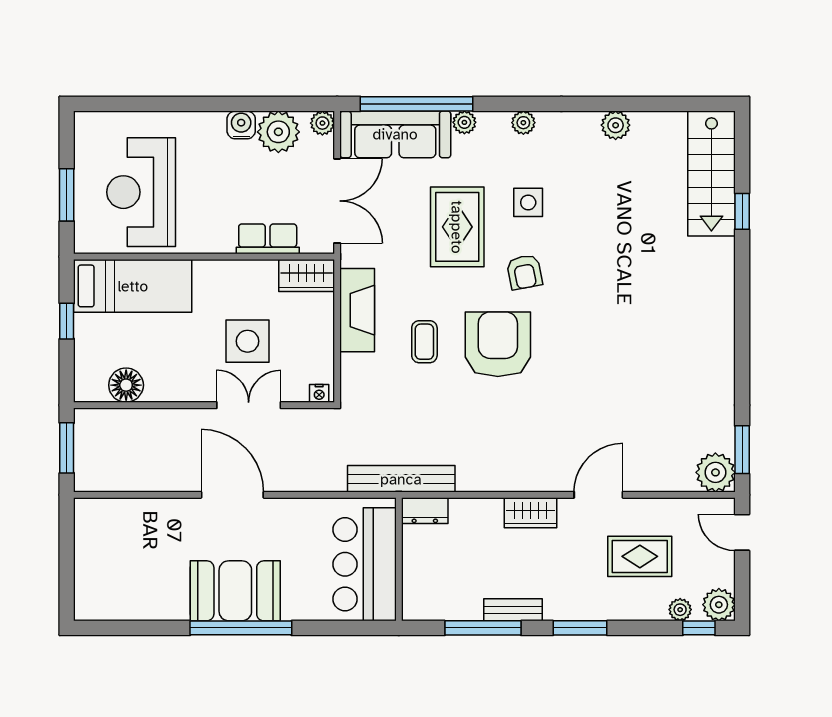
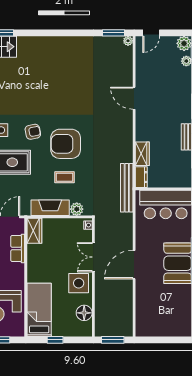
side table: (248, 341) -> (79, 283), moved
plant: (354, 369) -> (77, 209), added
plant: (715, 472) -> (128, 41), width x0.53, depth x0.53
wardrobe: (530, 513) -> (142, 154), moved
rug: (640, 556) -> (162, 79), removed

